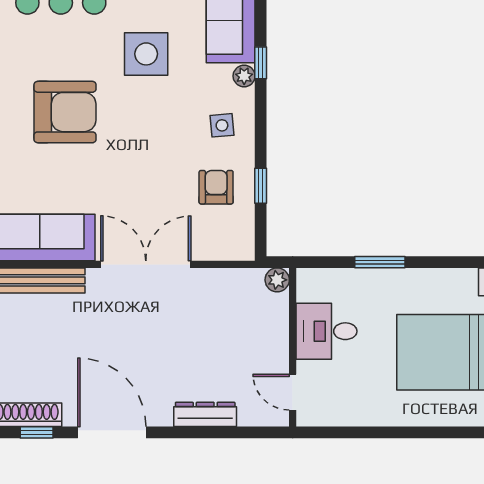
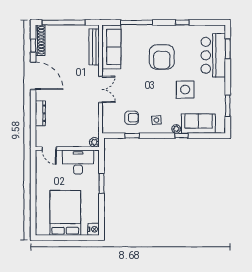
double door: (146, 264) -> (101, 89), width x0.73
desk: (326, 331) -> (78, 162), width x1.37
door: (293, 392) -> (49, 148), swing flipped
door: (112, 432) -> (33, 76), hinge flipped

